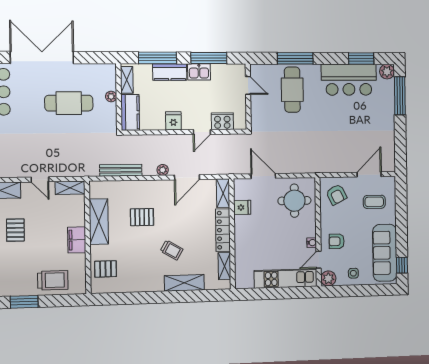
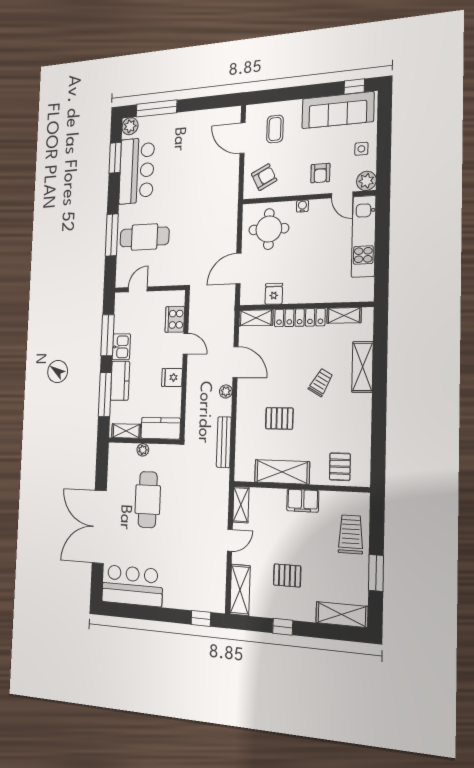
pallet: (142, 217) -> (279, 418), turned 90
water cooler: (312, 243) -> (302, 206), moved

